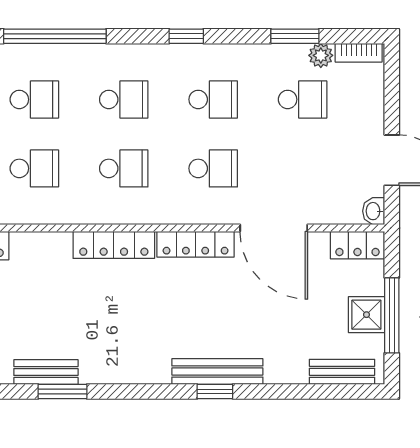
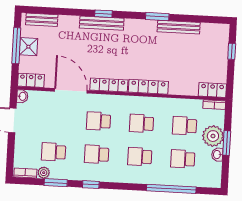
window: (186, 36) -> (91, 185), moved
bench: (46, 372) -> (179, 27), width x1.36
window: (62, 391) -> (157, 17), moved

